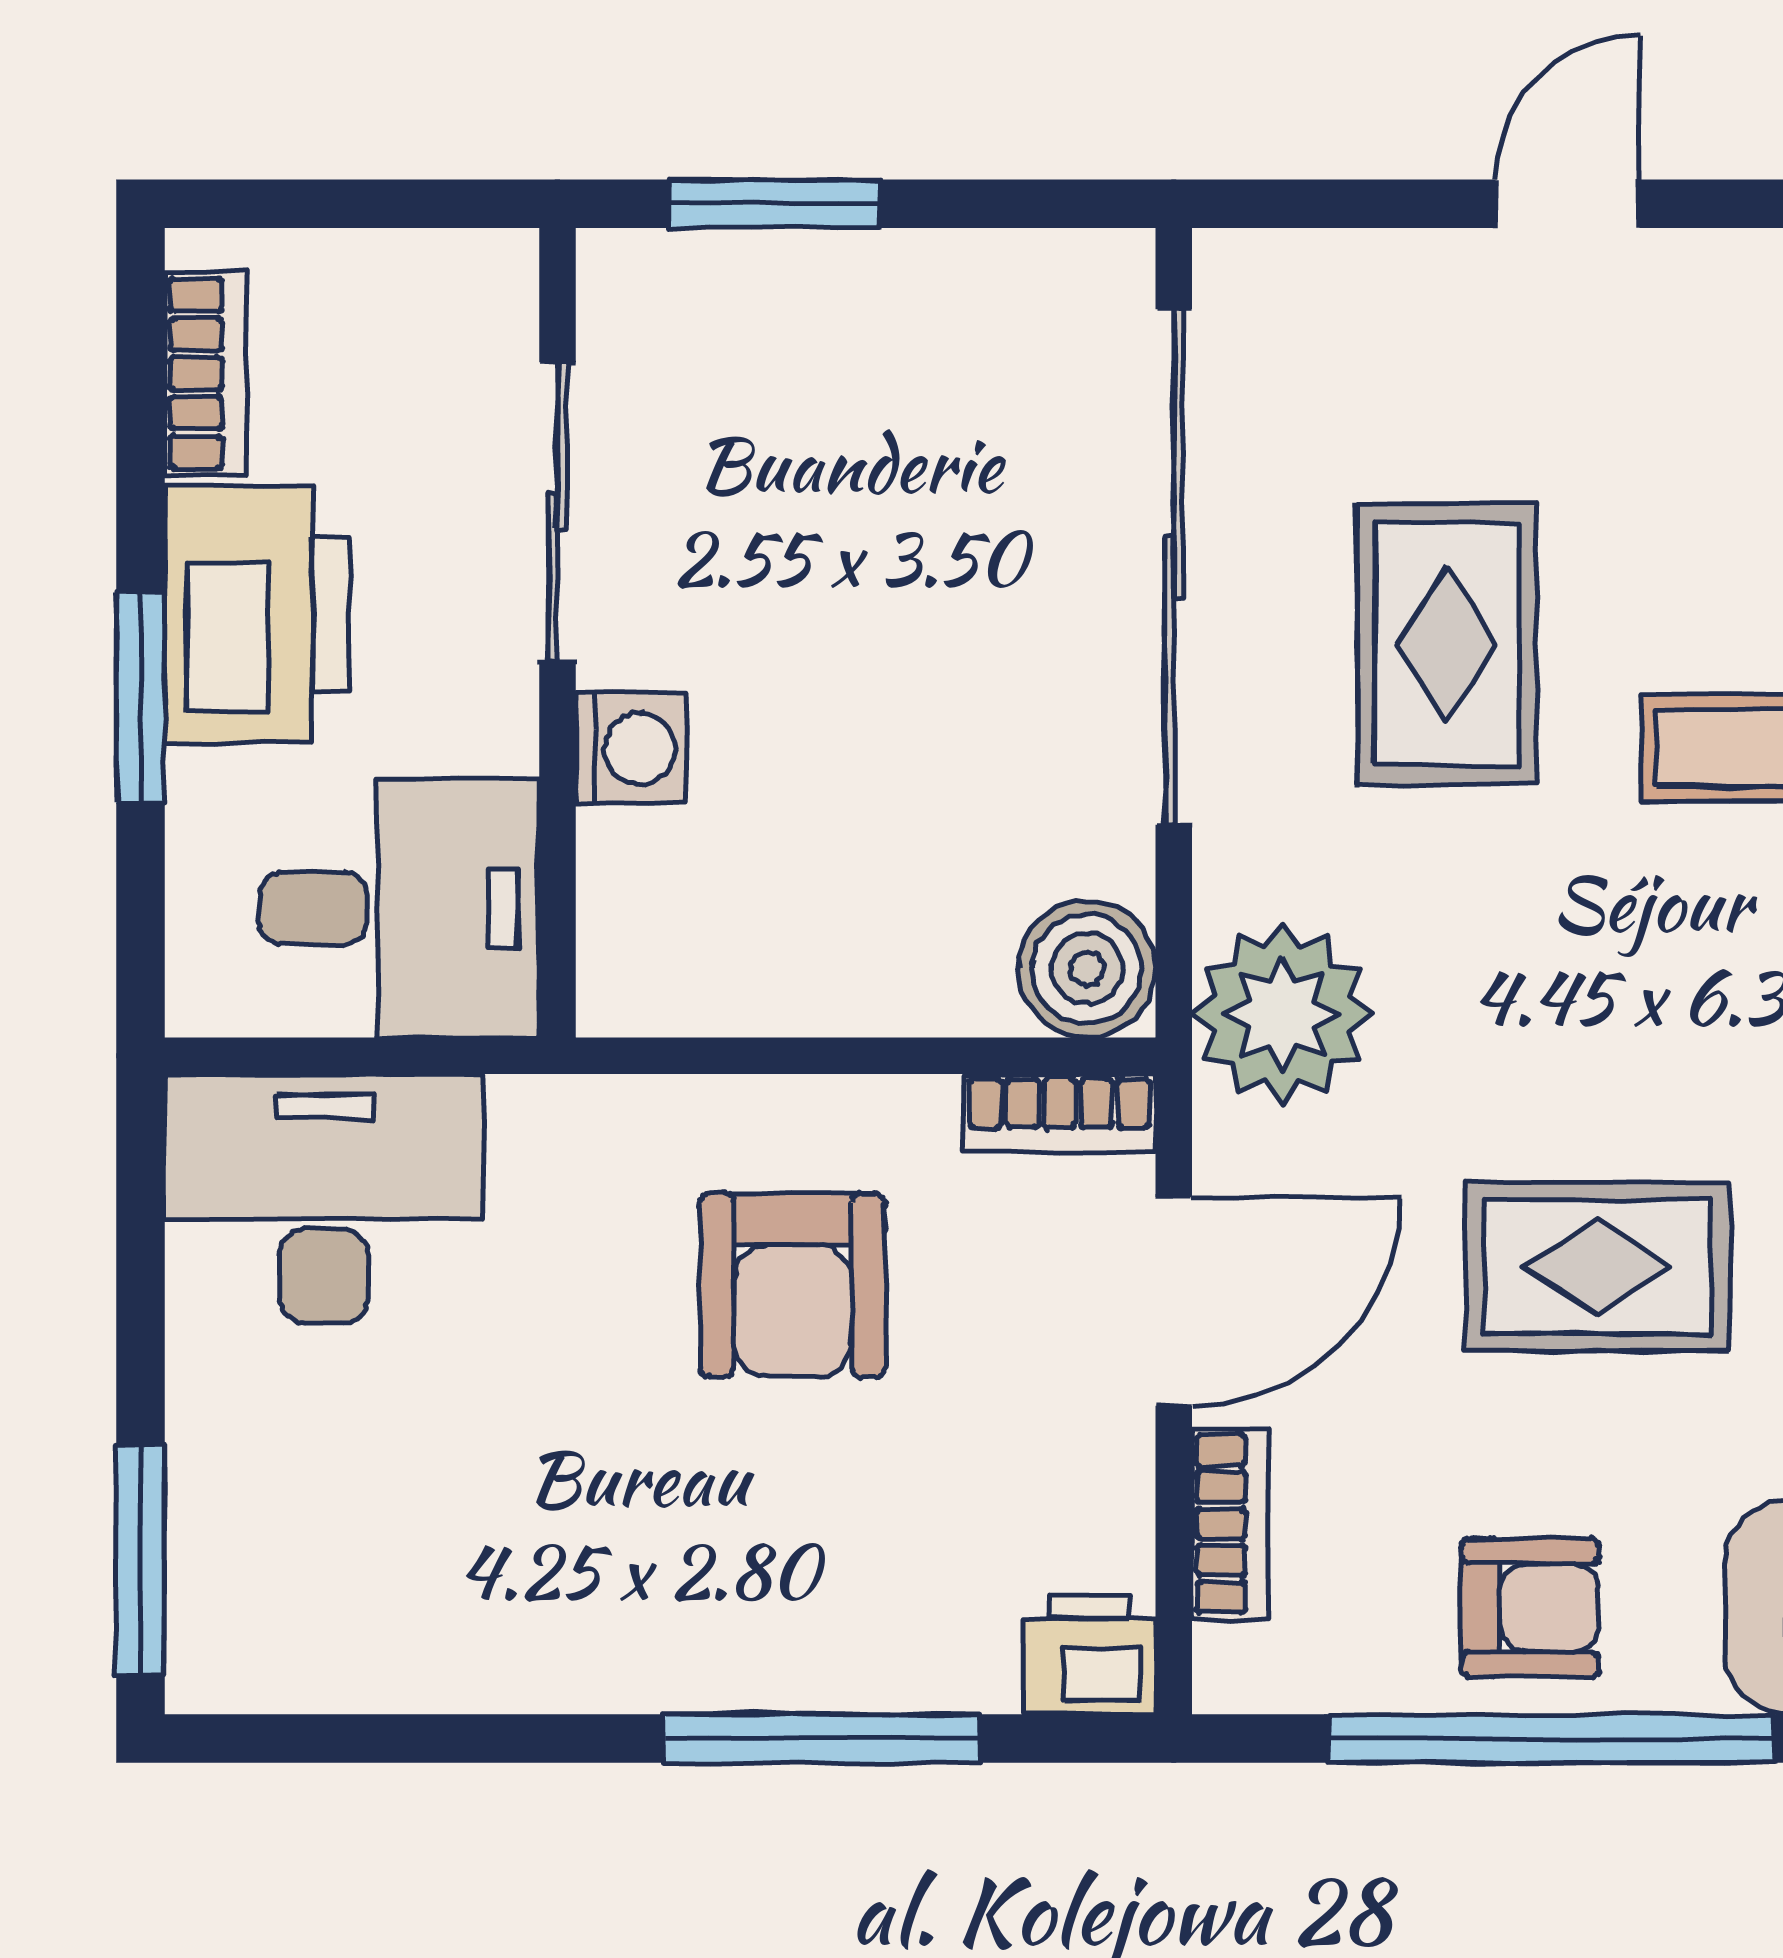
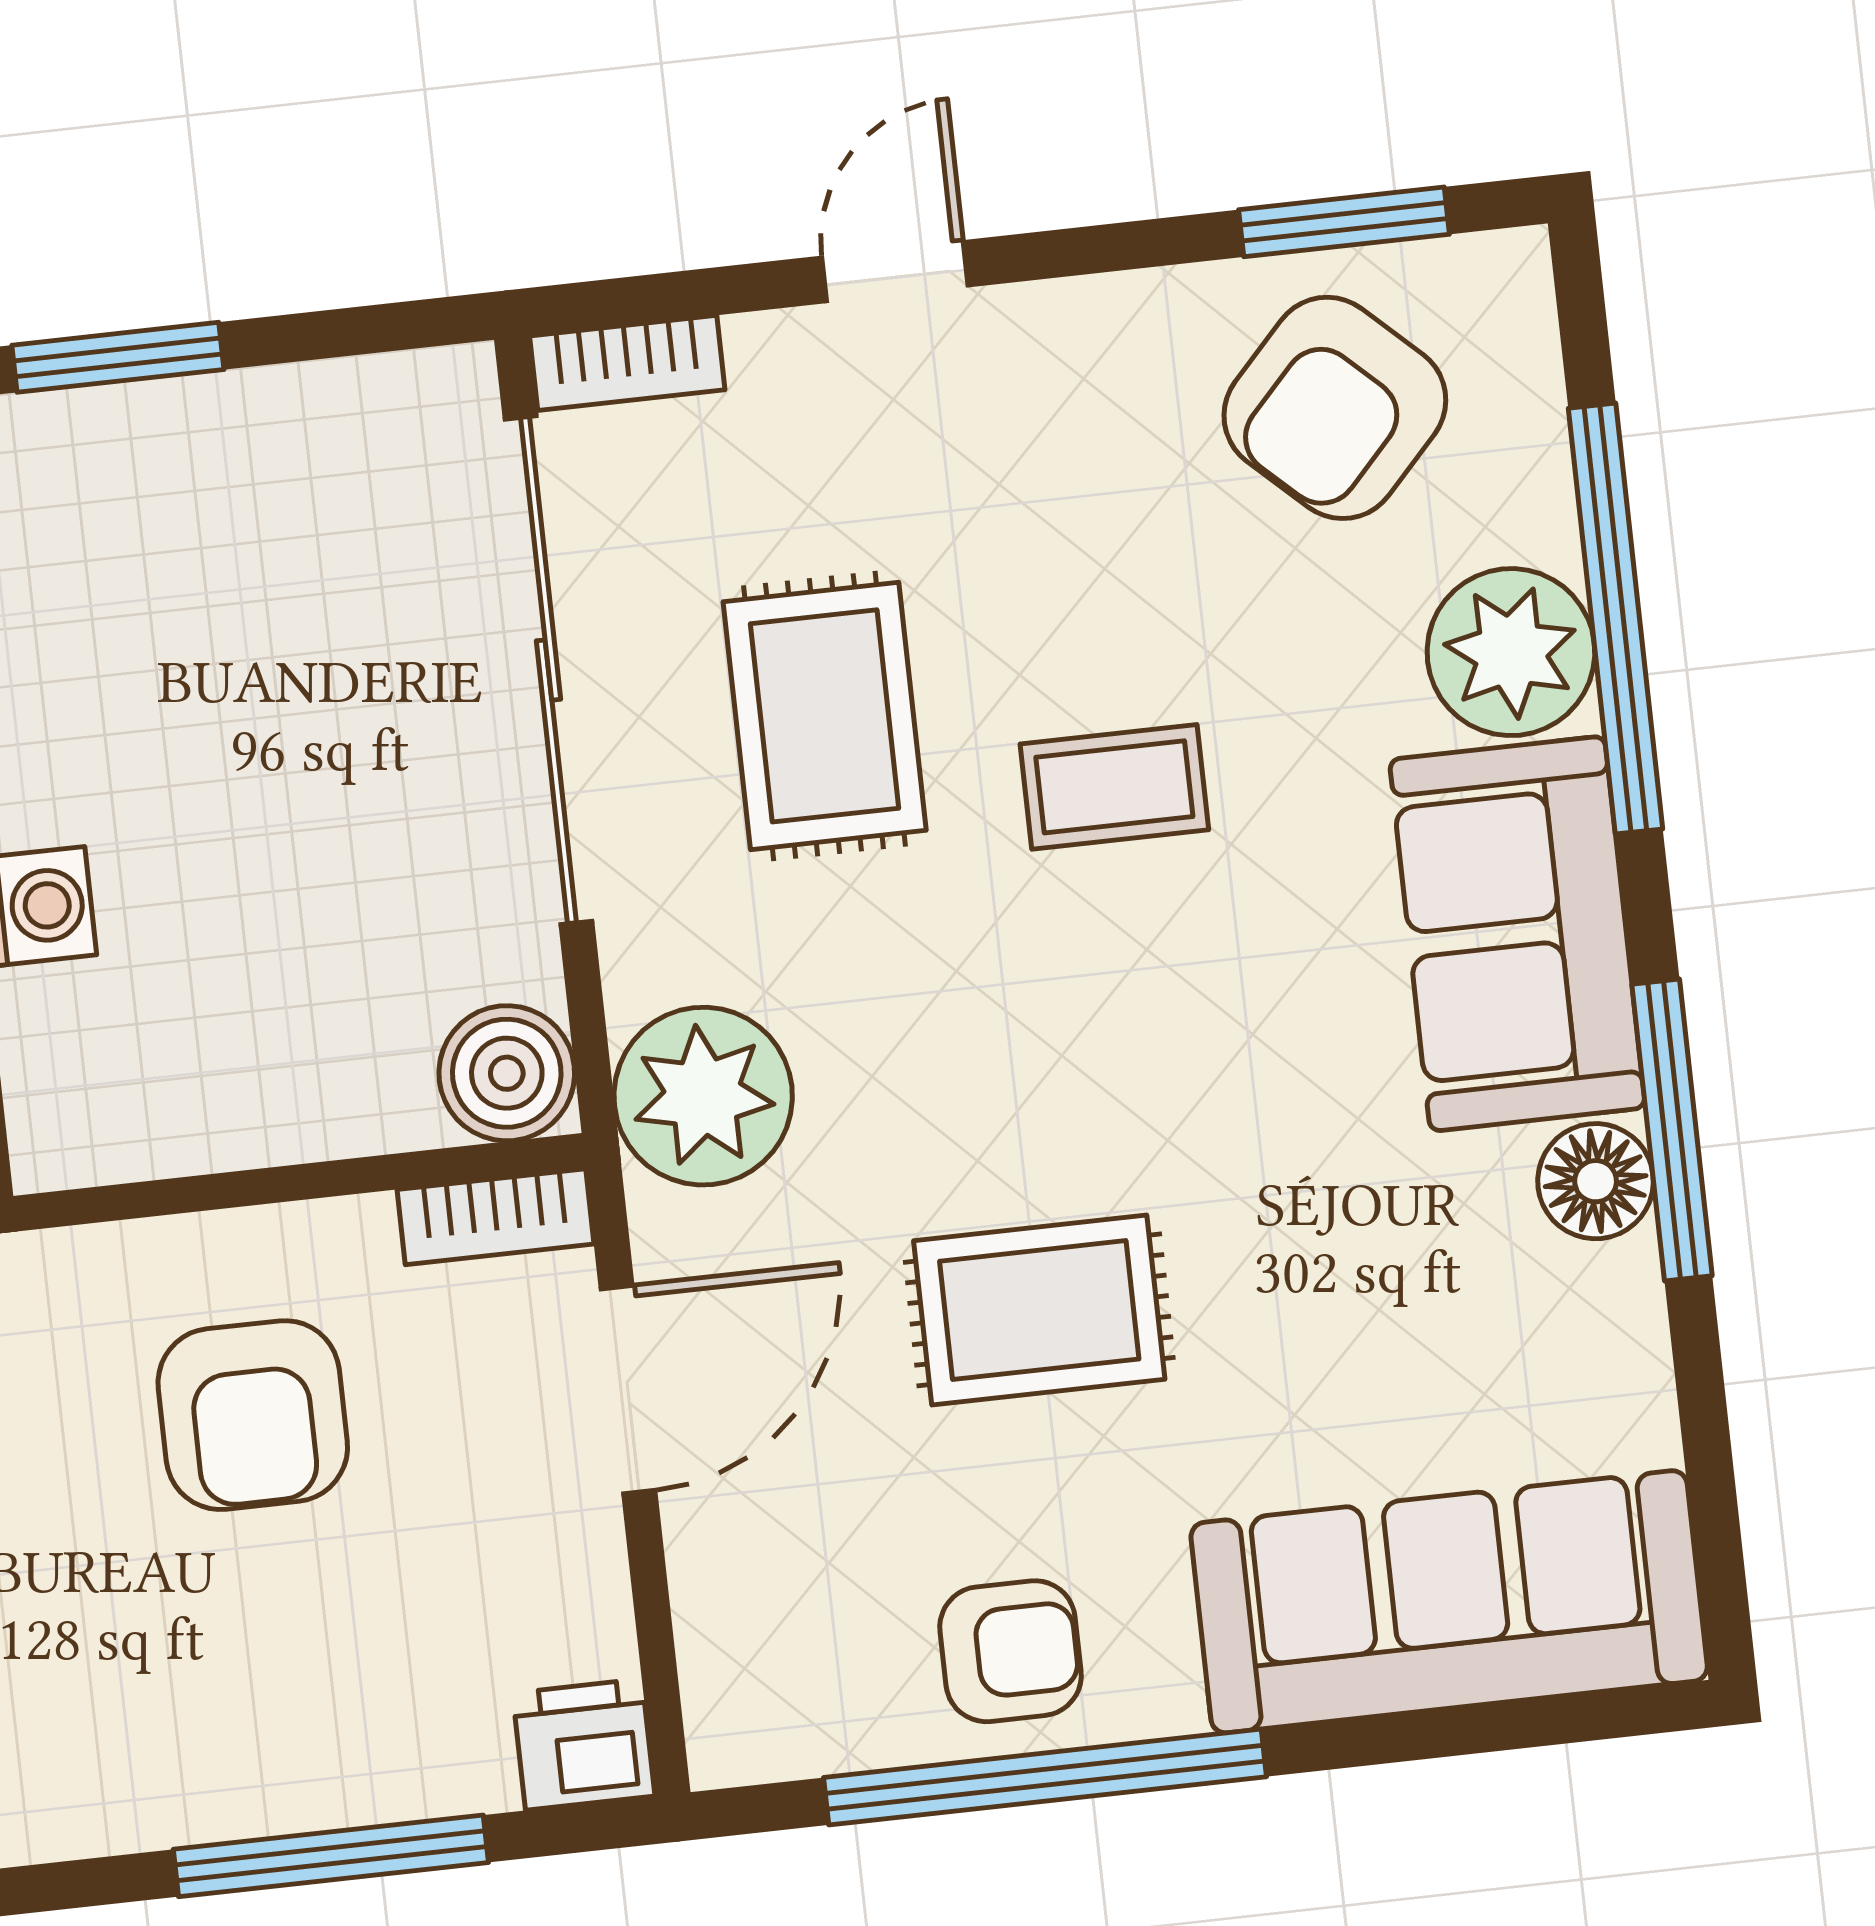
bookcase: (1230, 1524) -> (627, 363), moved, turned 90

